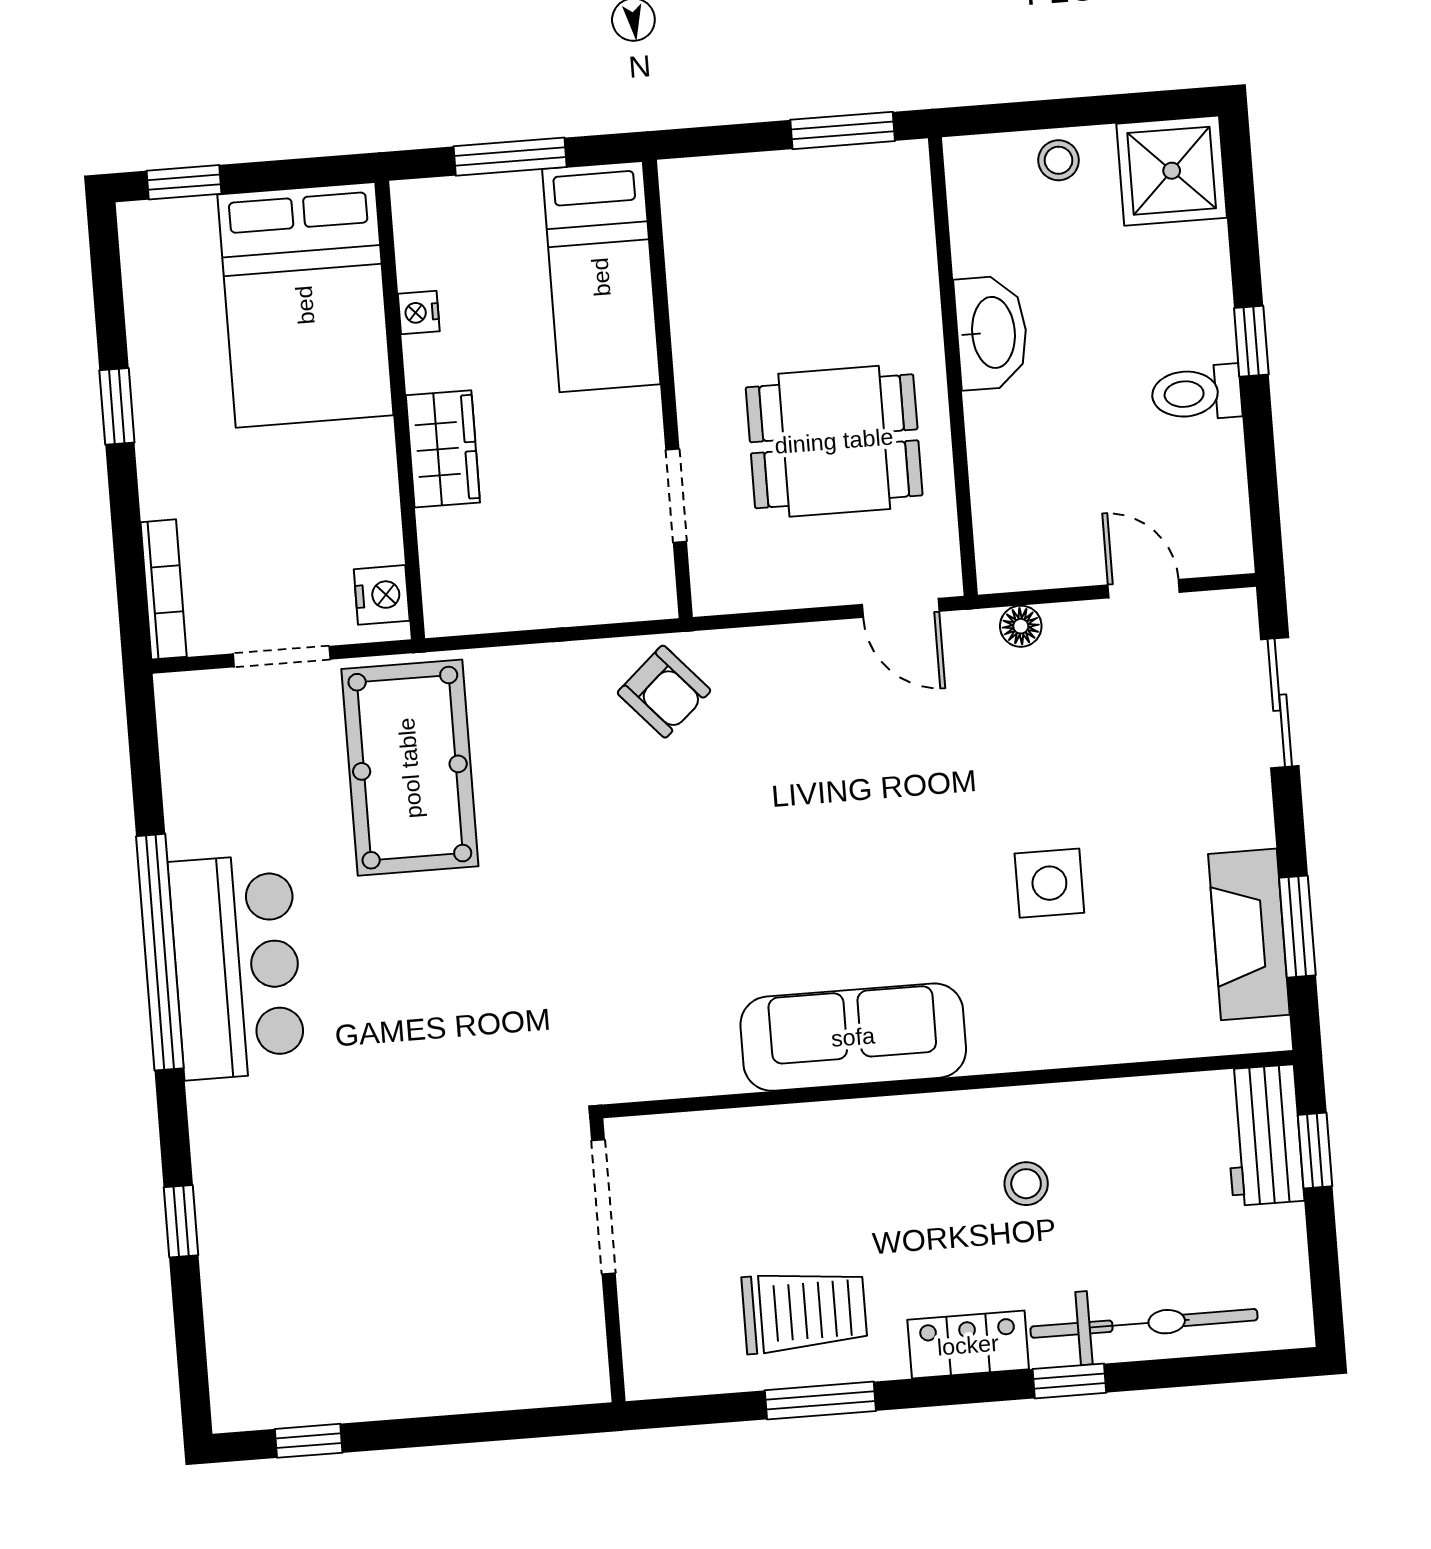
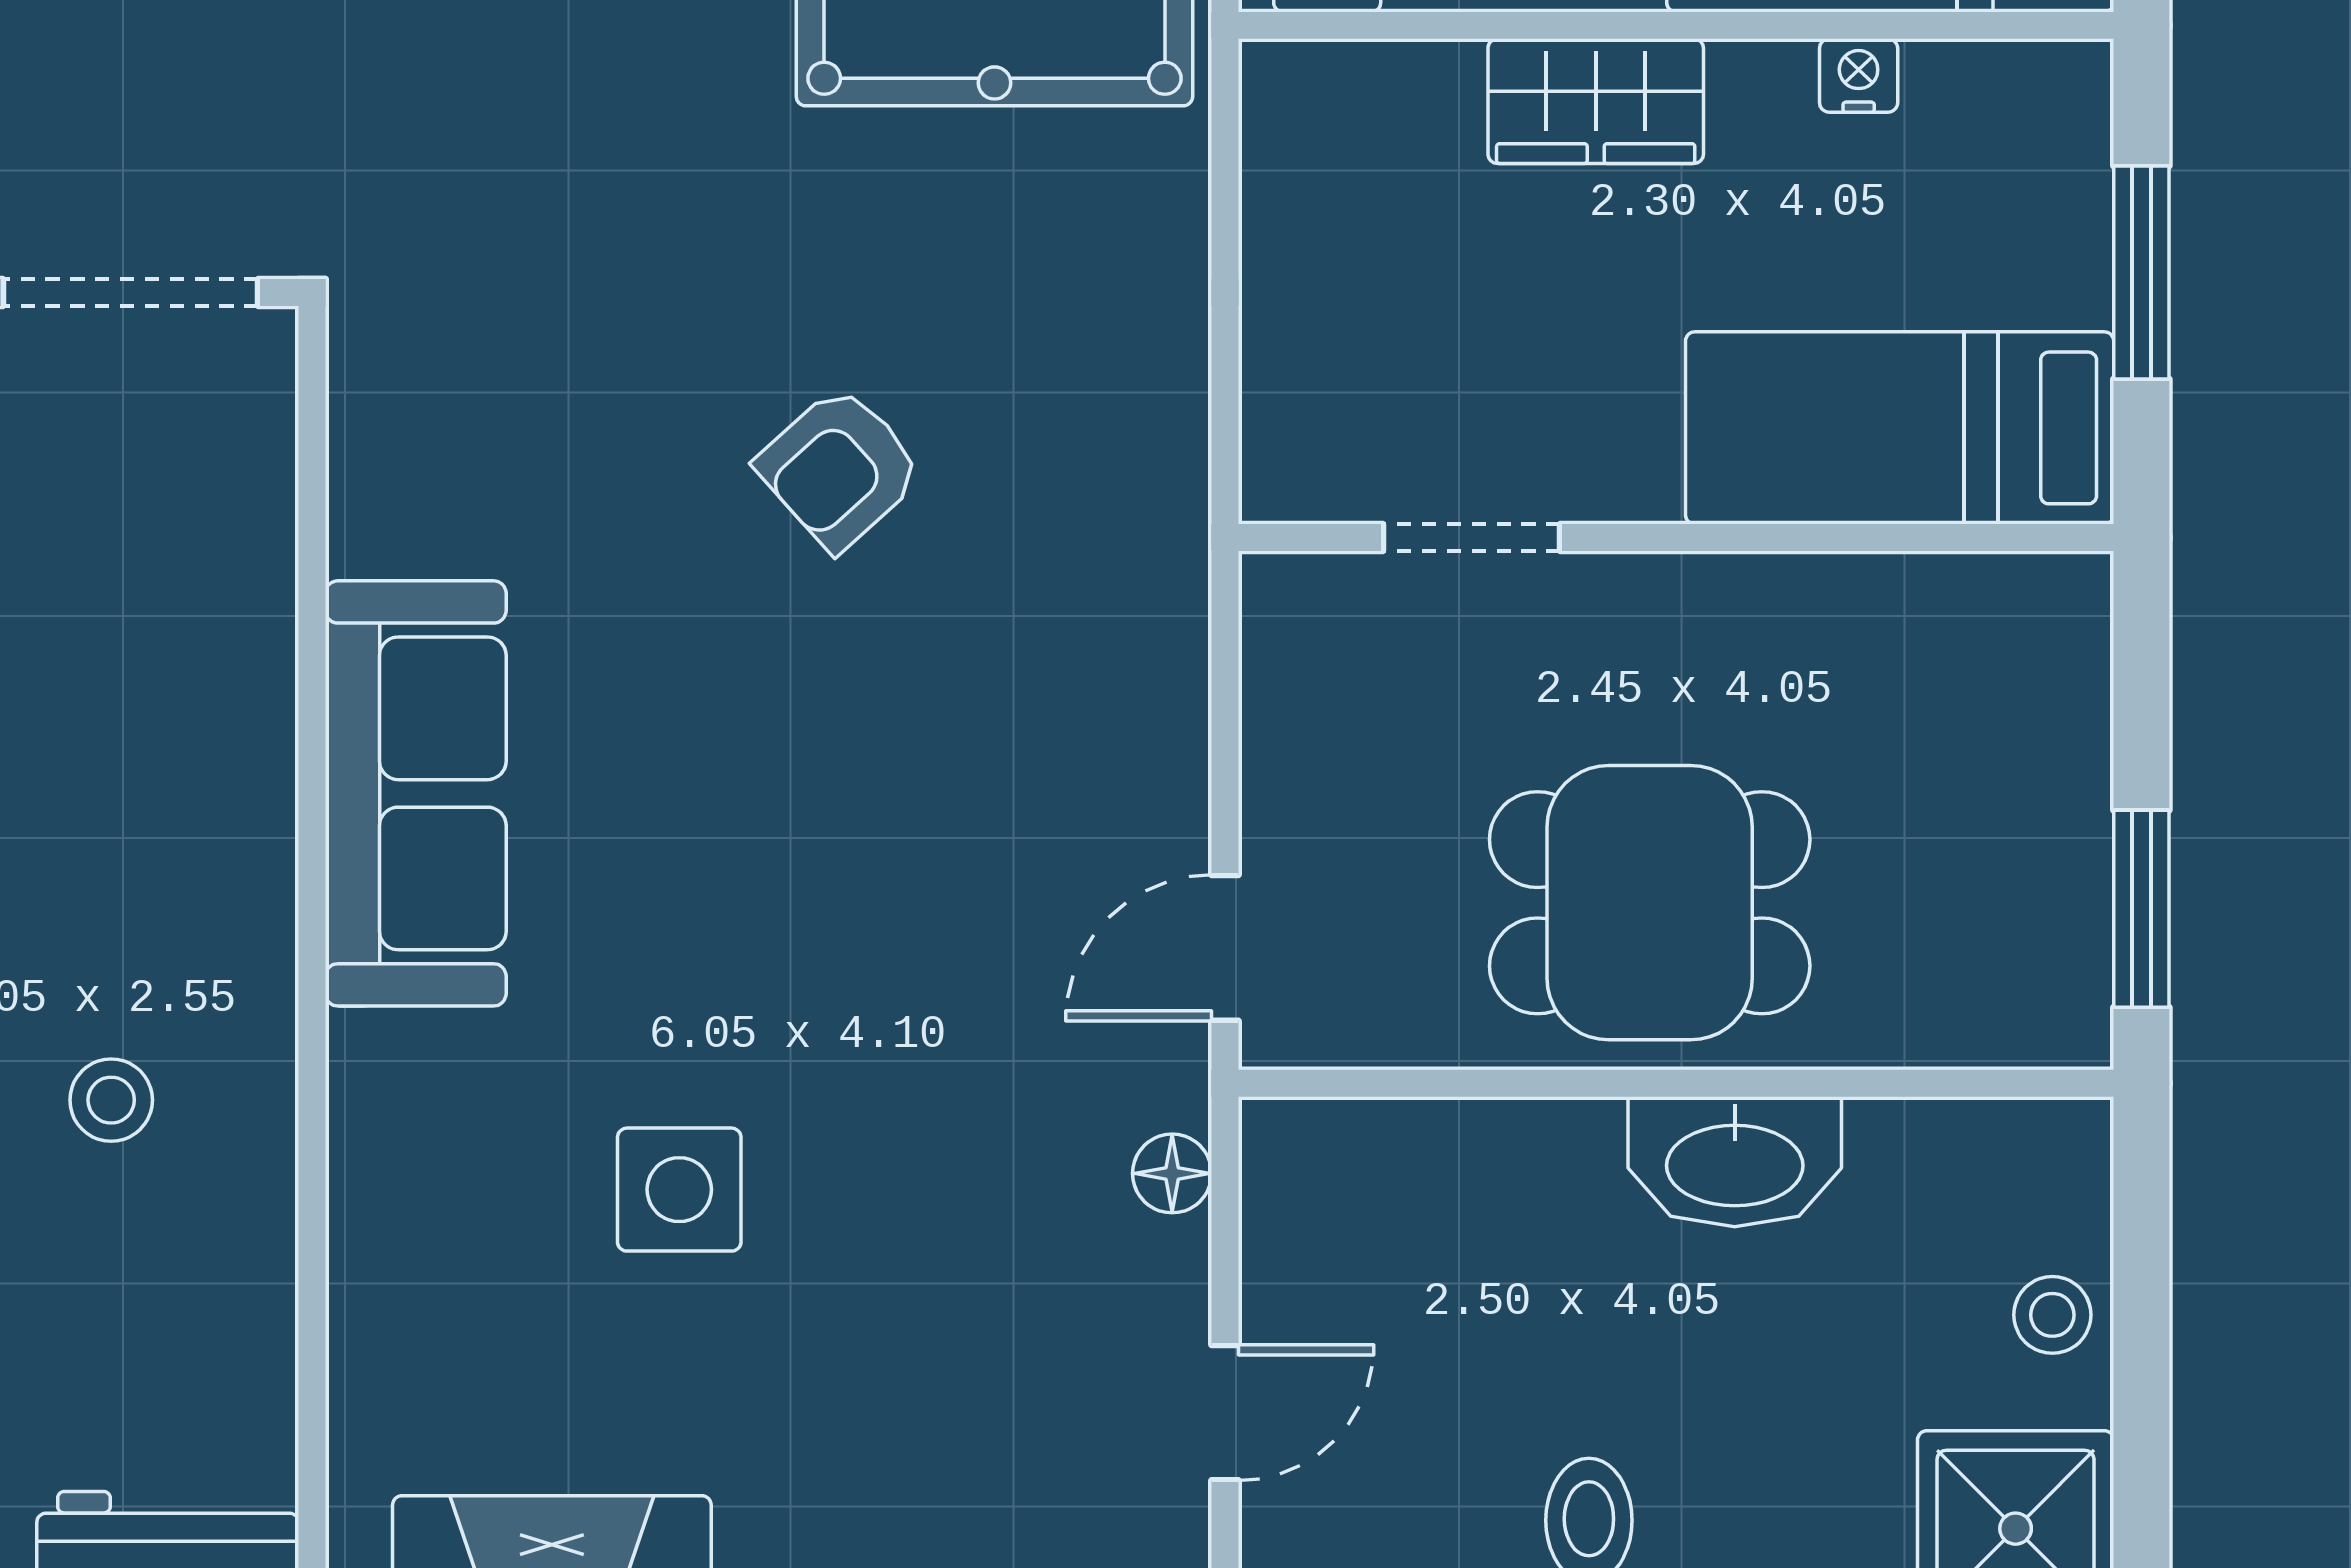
dining table: (834, 441) -> (1650, 903), moved, turned 90
armchair: (664, 692) -> (840, 468), moved

